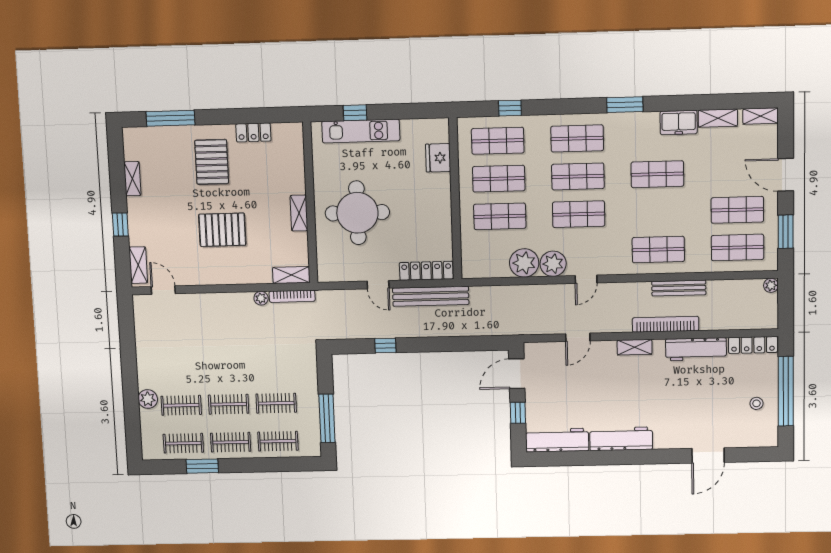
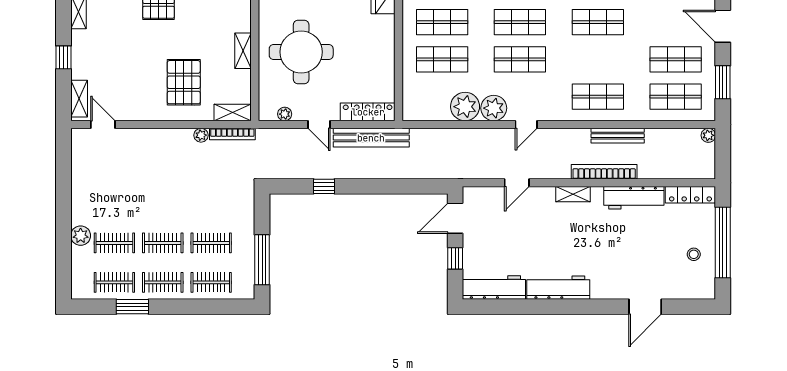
pallet: (222, 230) -> (184, 82), moved, turned 90
plant: (343, 275) -> (285, 114), added

